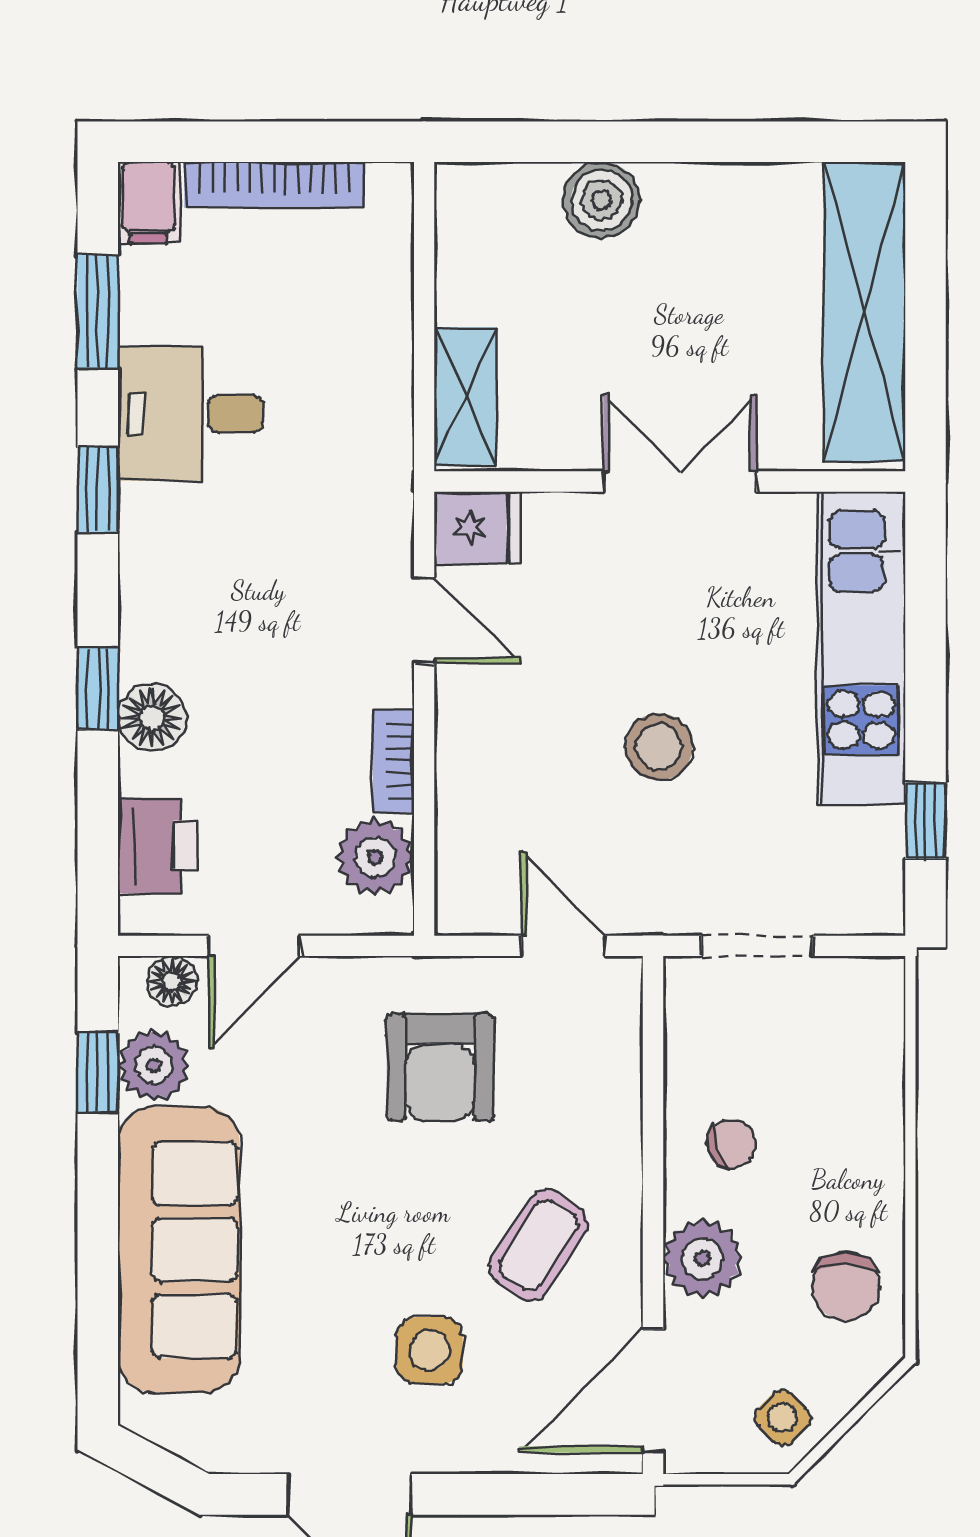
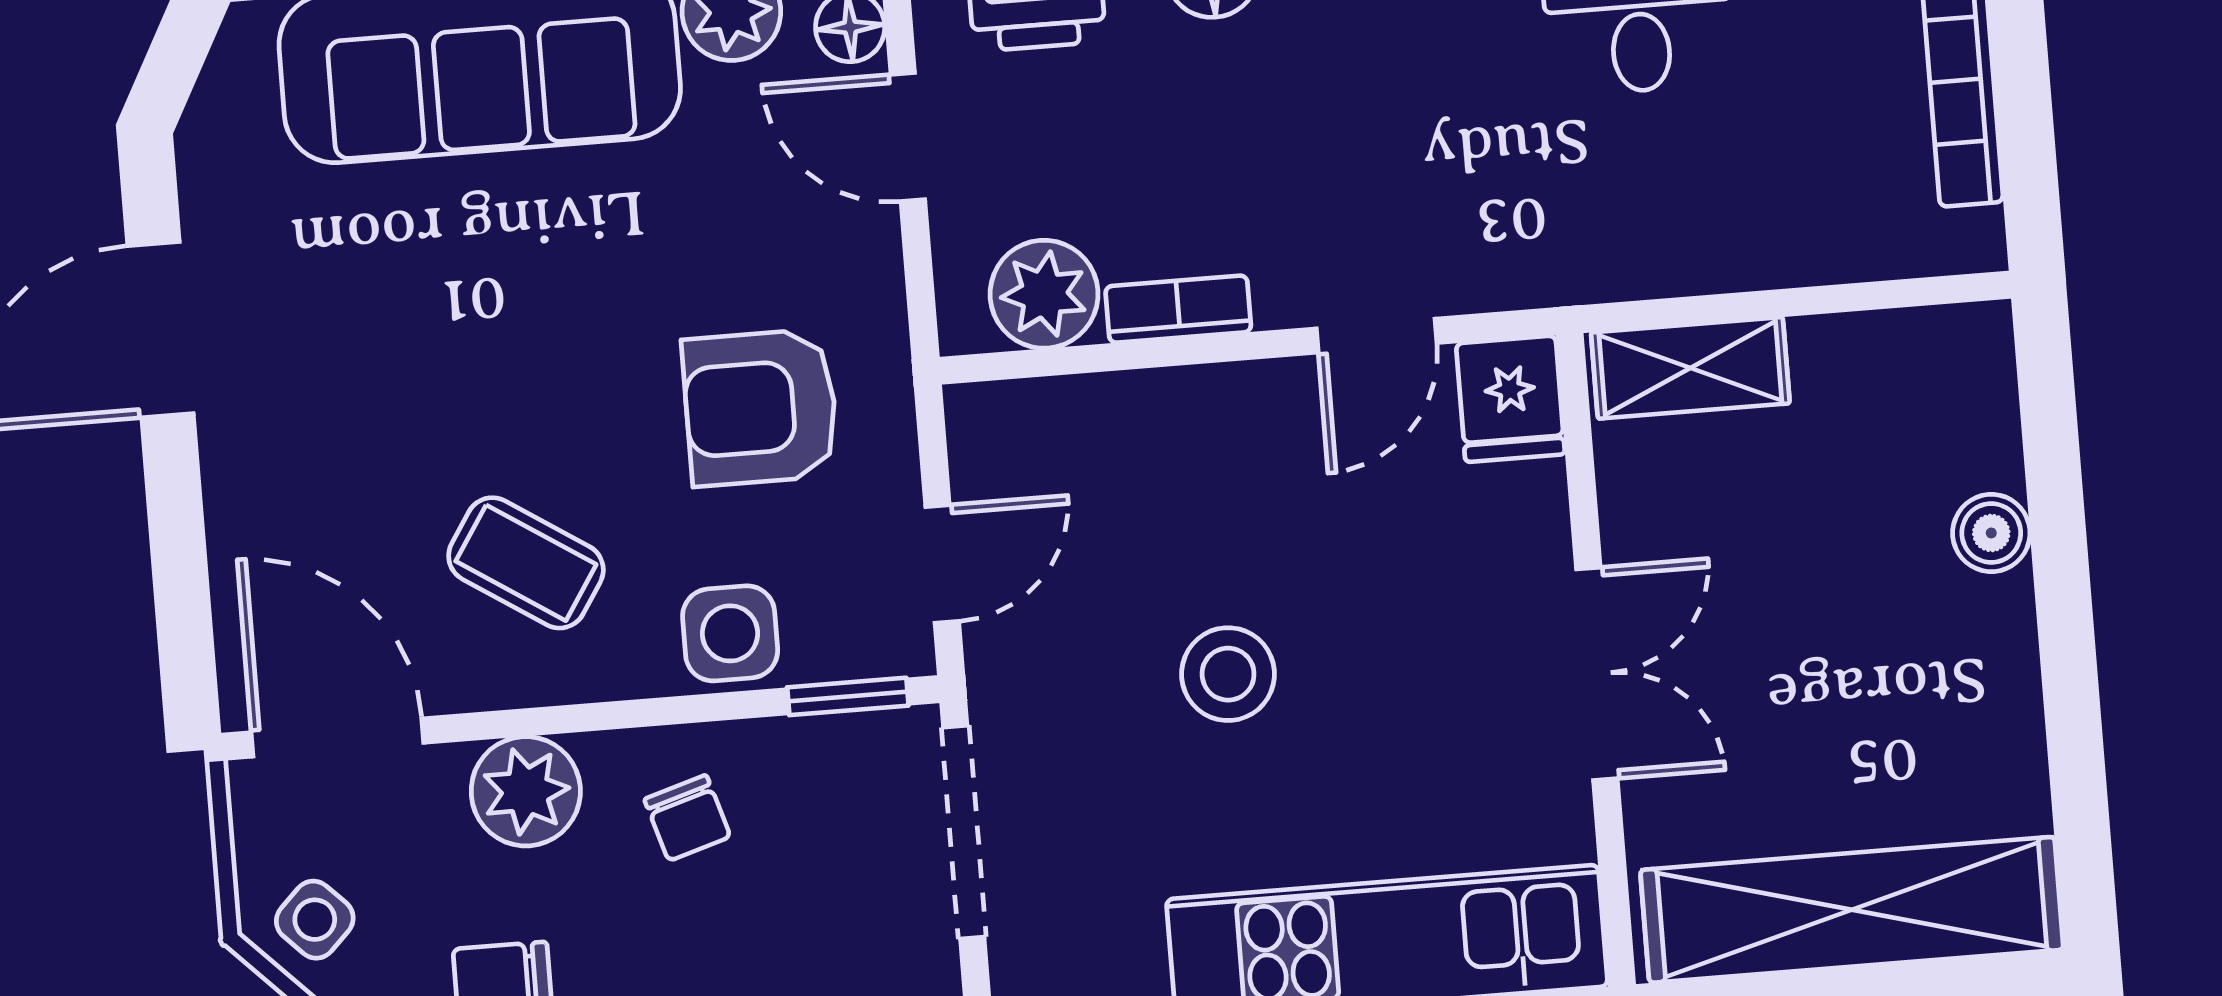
boiler: (602, 200) -> (1991, 533), width x0.73, depth x0.73
doorway: (757, 946) -> (964, 832), width x1.38
window: (653, 1021) -> (848, 696), added
side table: (429, 1350) -> (730, 633), moved

